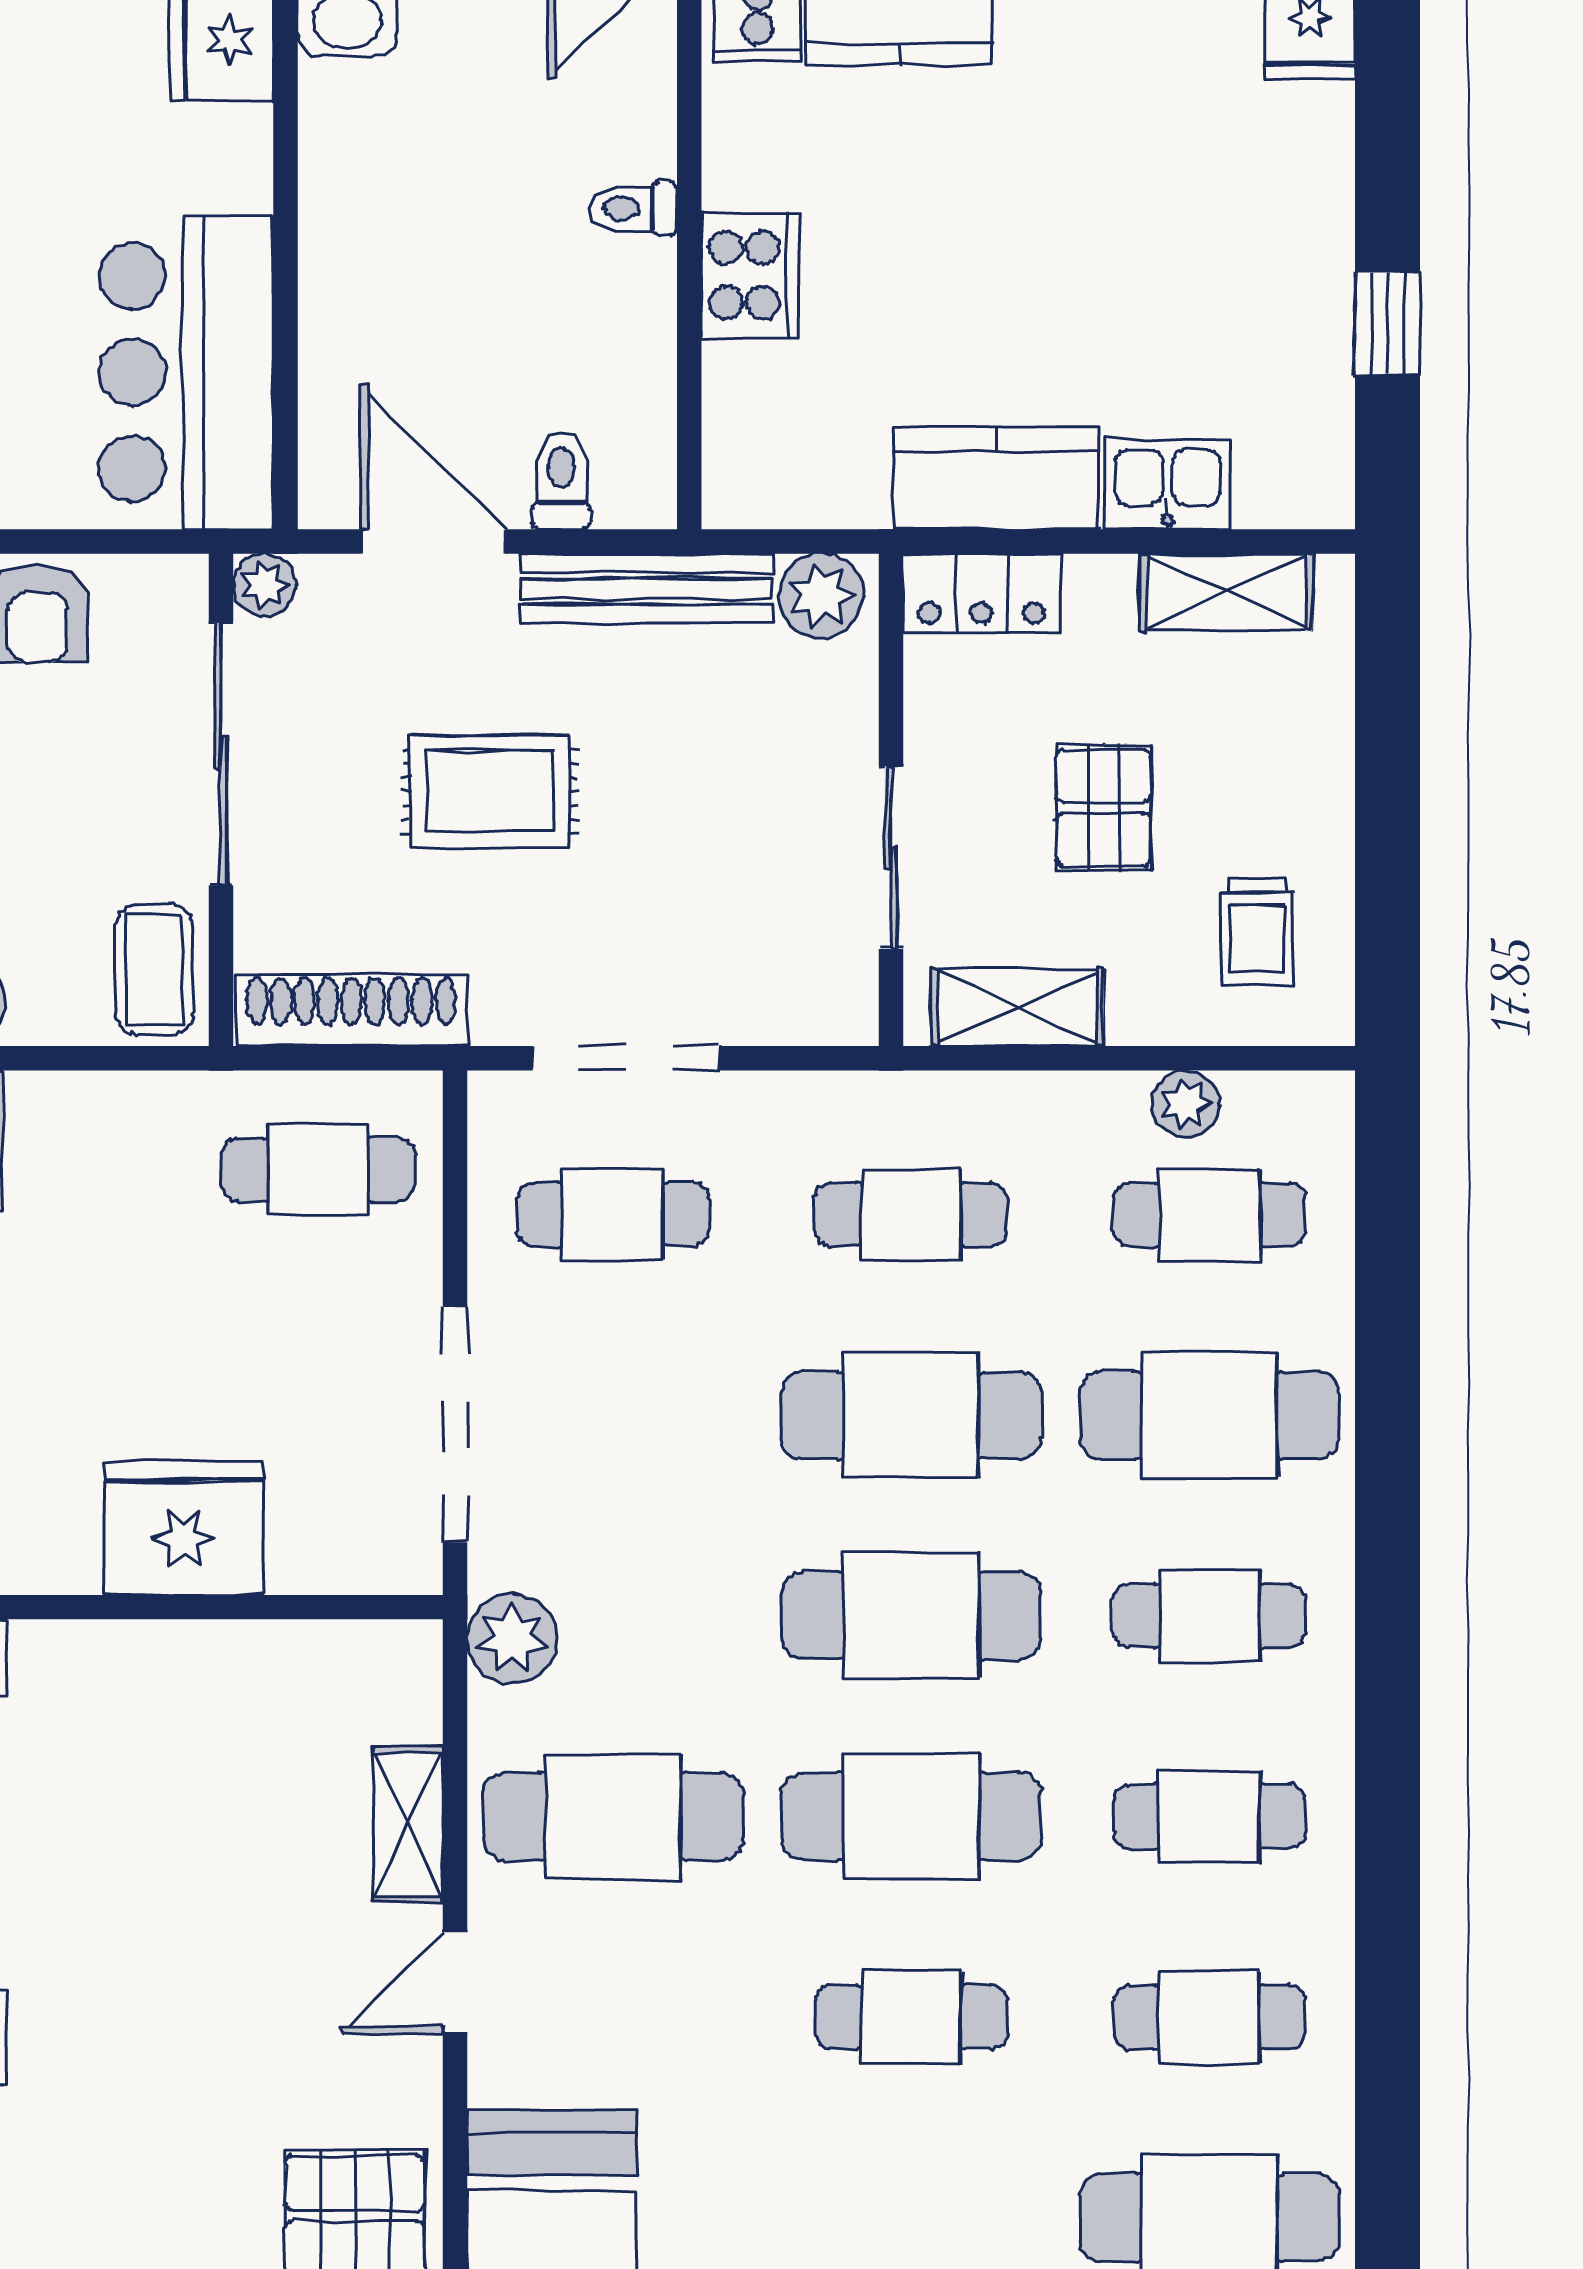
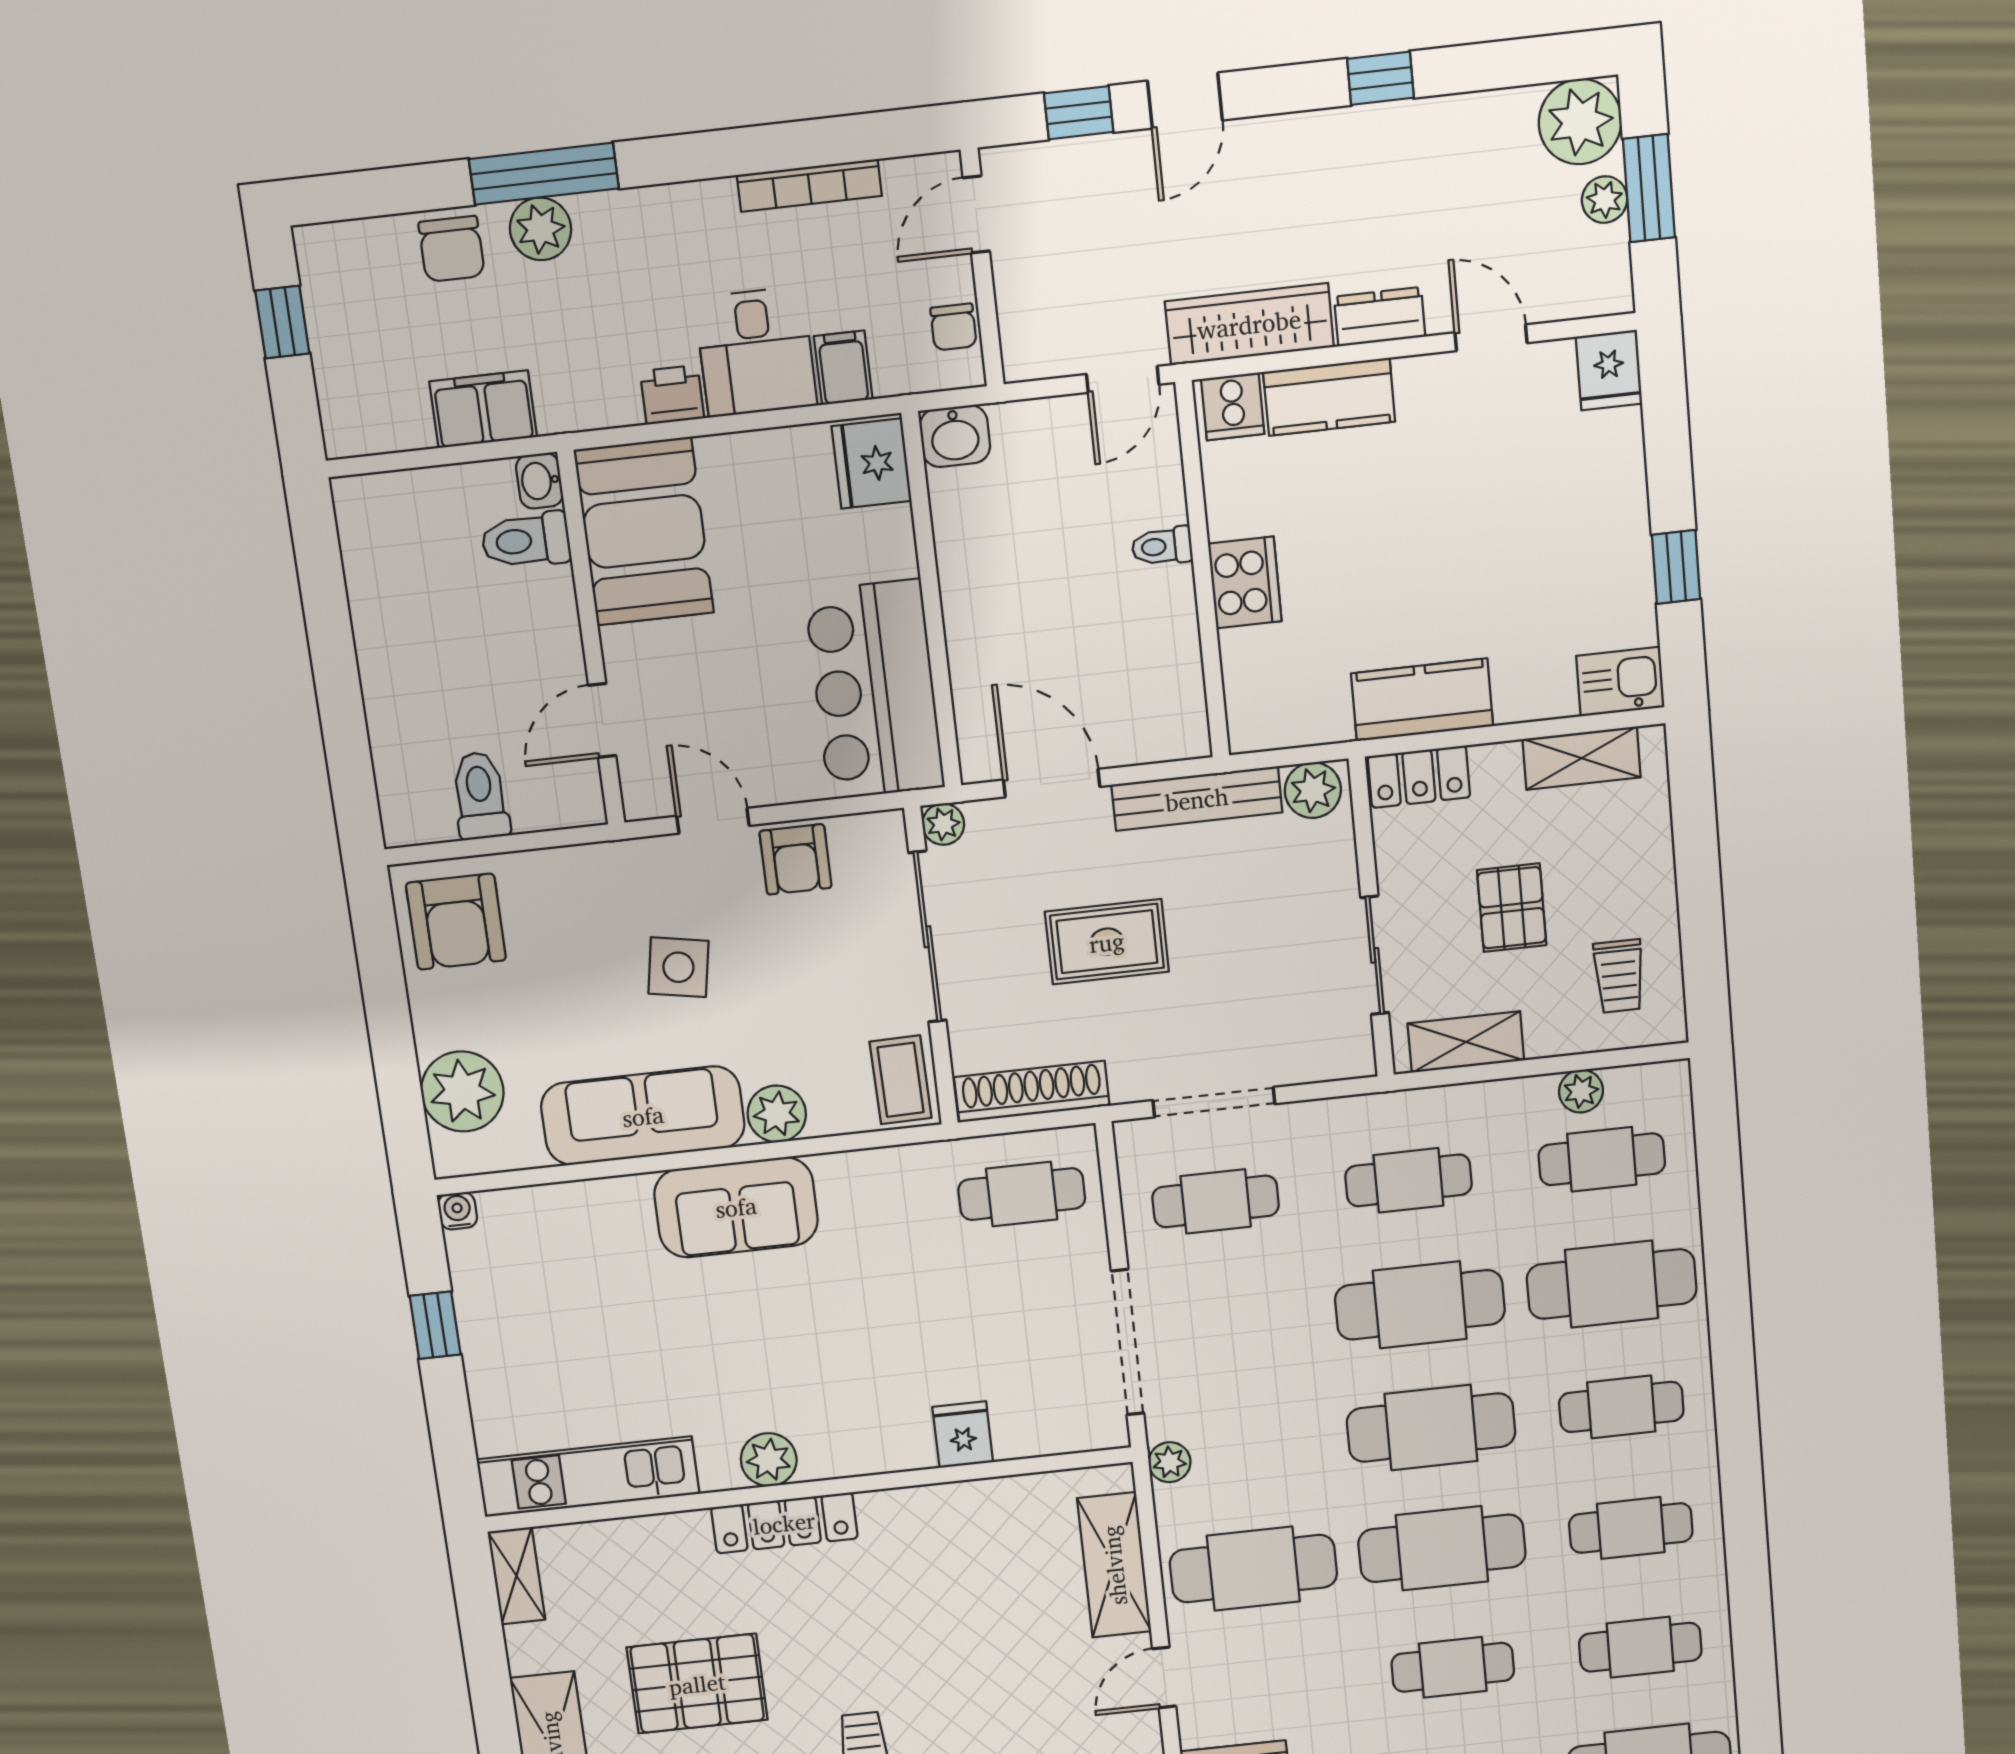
toilet: (561, 481) -> (1132, 734), removed
kitchen sink: (1168, 484) -> (1620, 682), moved
fridge: (184, 1528) -> (963, 1435), width x0.53, depth x0.75
plant: (512, 1639) -> (1170, 1462), width x0.73, depth x0.73
shelving: (408, 1825) -> (1114, 1565), width x1.50, depth x1.33

